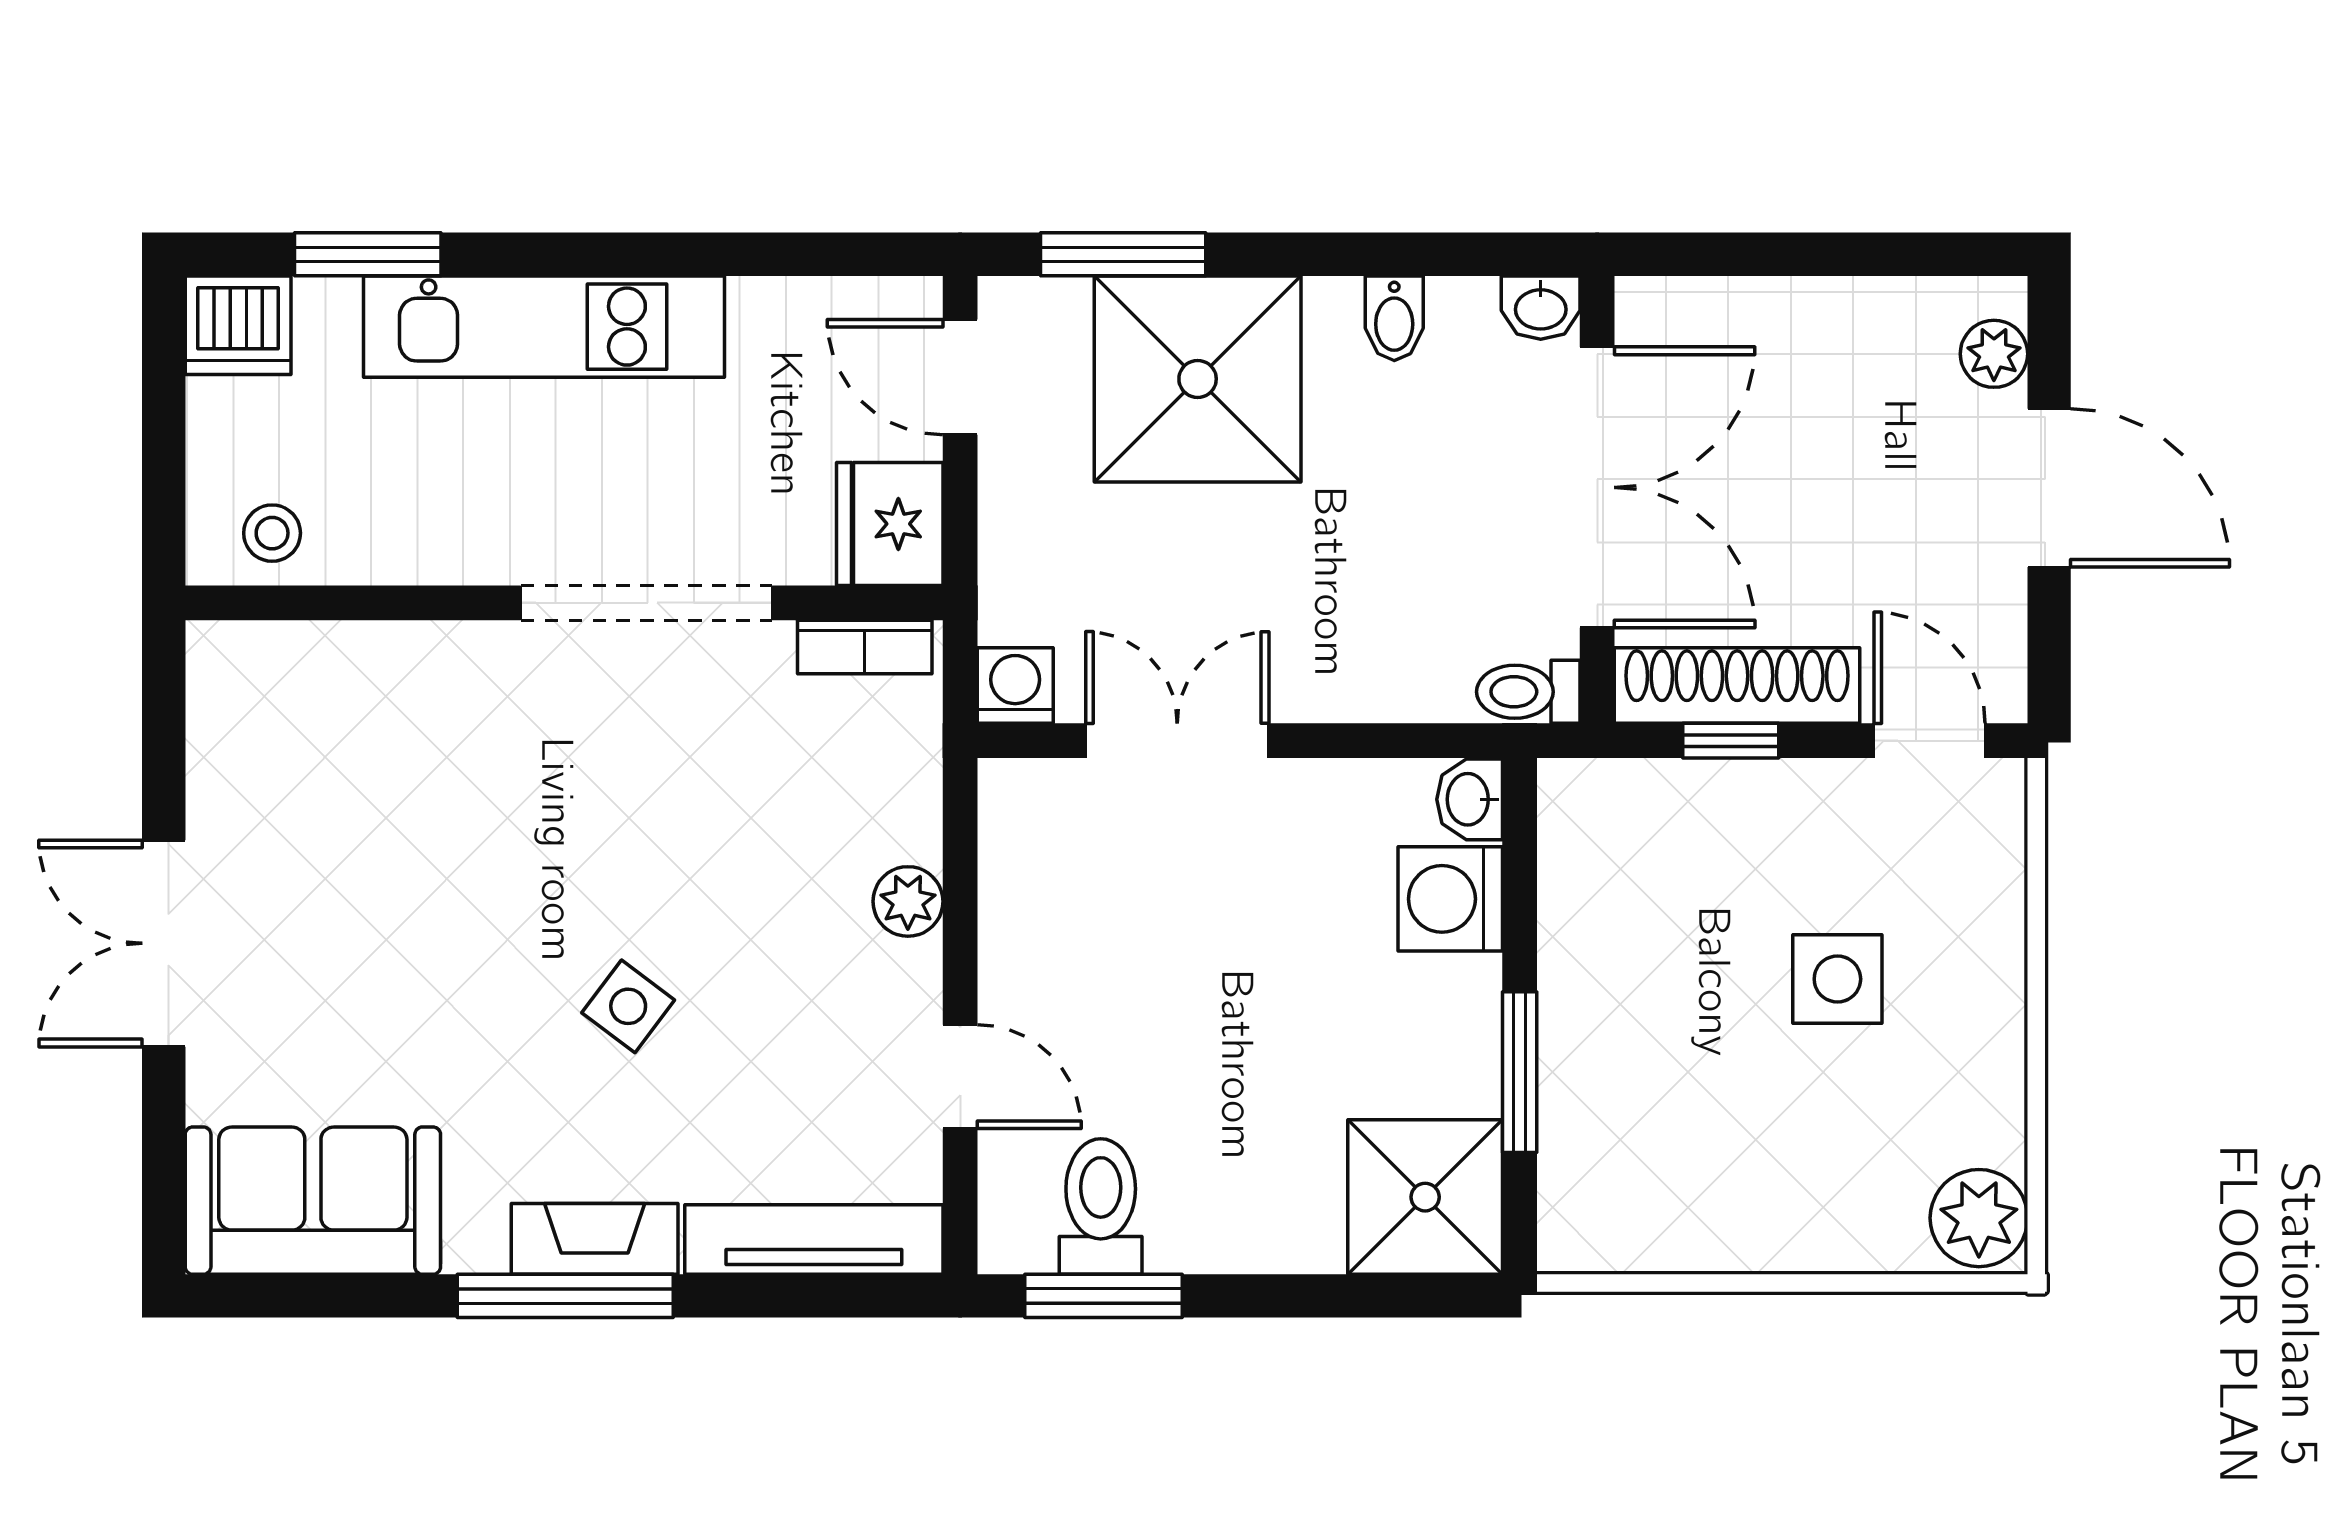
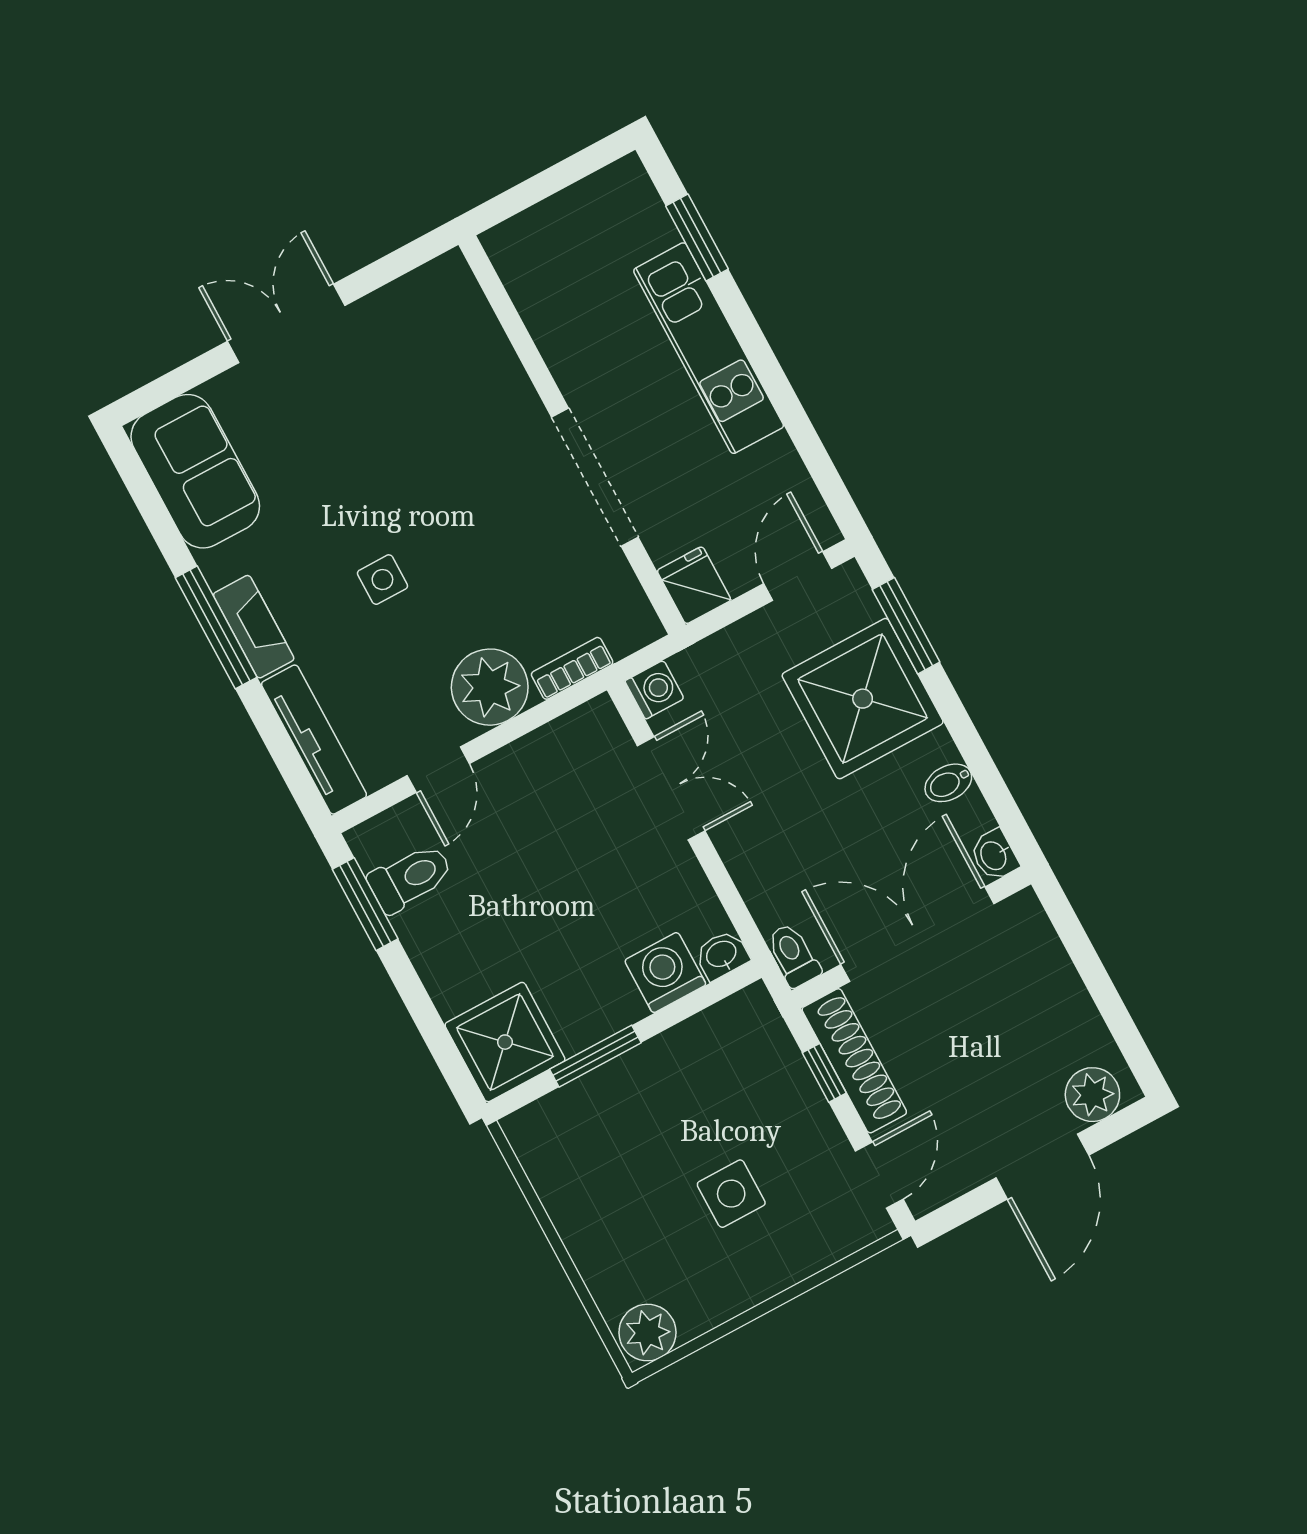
dishwasher: (238, 325) -> (625, 190), removed
plant: (1994, 354) -> (1092, 1095), width x1.38, depth x1.38
double door: (1597, 487) -> (917, 934), swing flipped
fridge: (890, 524) -> (694, 585), width x0.72
stool: (272, 533) -> (527, 265), removed
bookcase: (865, 647) -> (572, 668), moved, turned 90
plant: (908, 901) -> (490, 687), width x1.87, depth x1.87
side table: (628, 1006) -> (382, 580), turned -37

